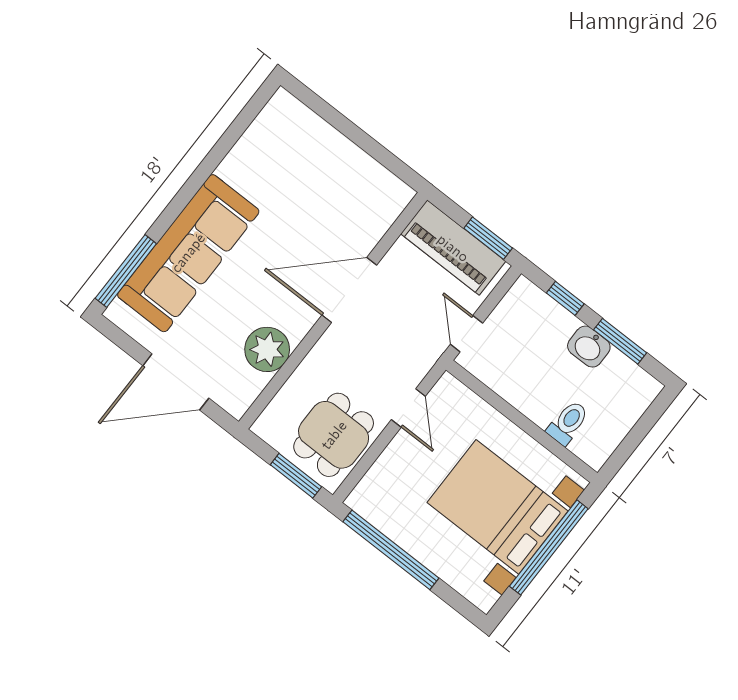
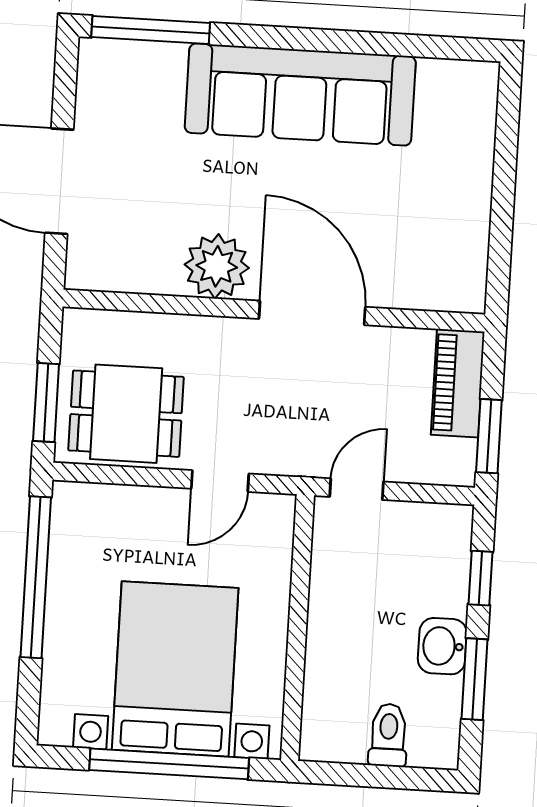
piano: (453, 248) -> (458, 383), width x0.73, depth x0.75
sofa: (188, 253) -> (300, 95), moved
plant: (267, 349) -> (217, 266), moved
toilet: (568, 423) -> (388, 735), moved, turned -90

